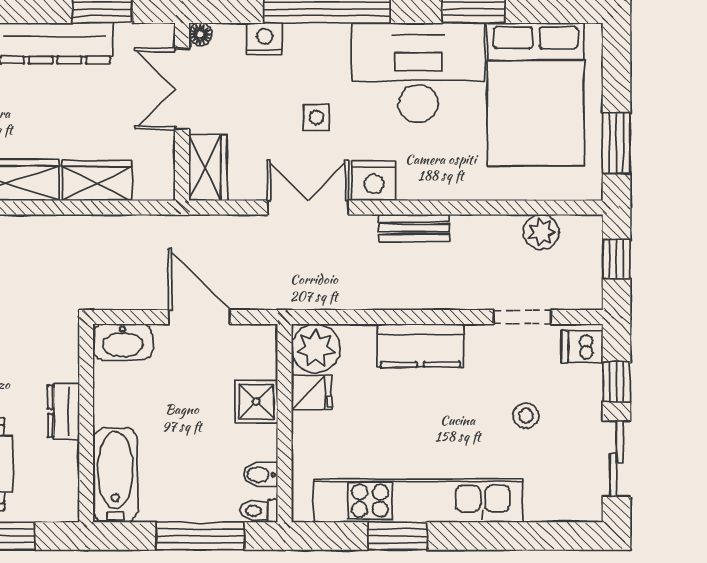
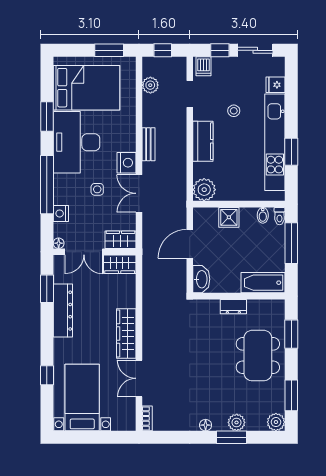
wardrobe: (97, 181) -> (120, 264), moved, turned -90
fridge: (312, 393) -> (275, 85), moved, turned -90
stool: (526, 416) -> (234, 111), moved

